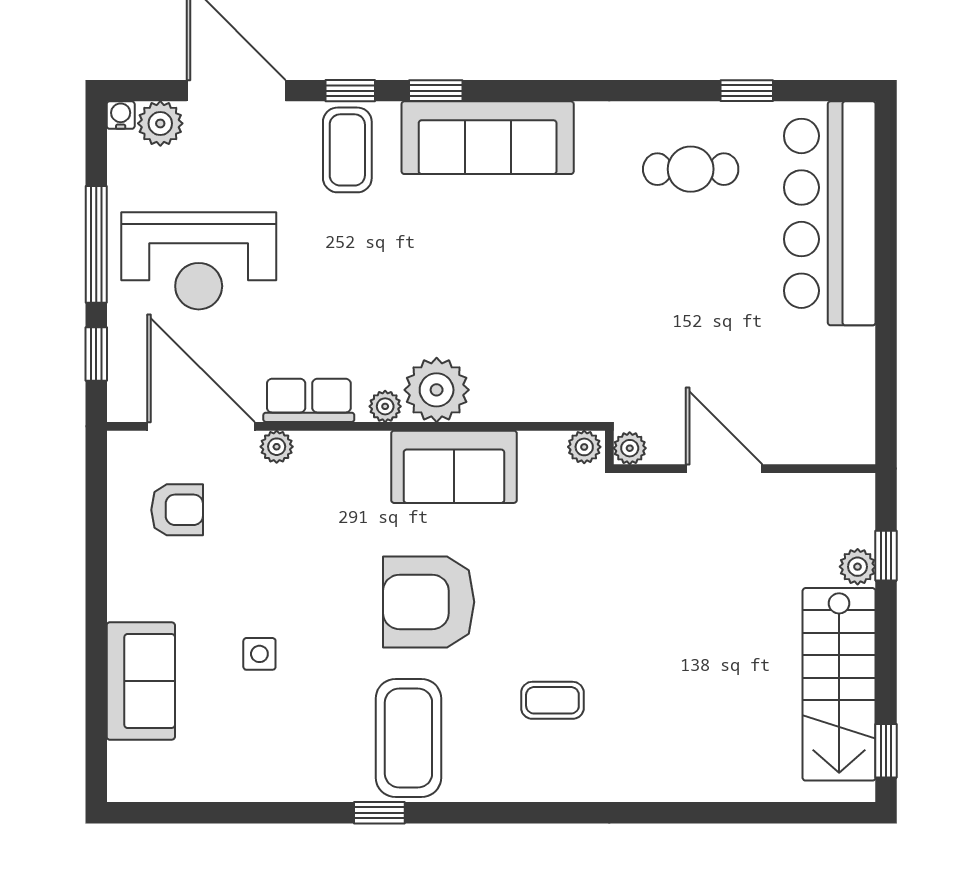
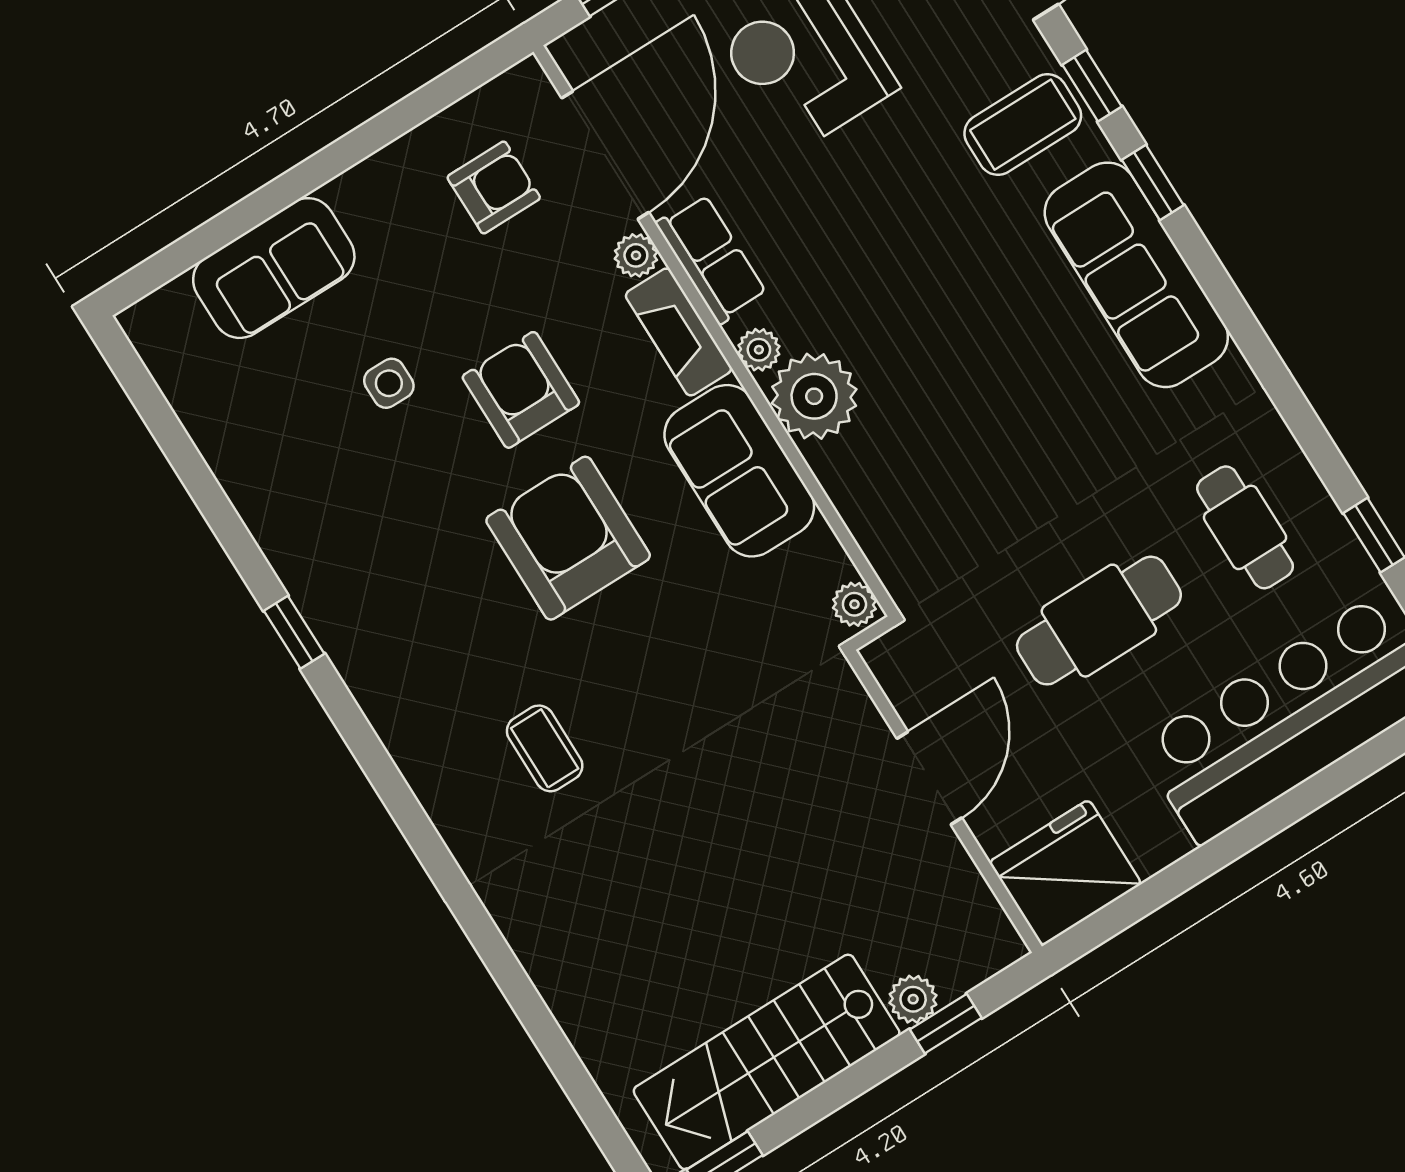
cafe table: (692, 299) -> (1099, 621), added
fridge: (838, 420) -> (1065, 873), added
plant: (630, 448) -> (885, 657), removed
fireplace: (342, 450) -> (679, 332), added
armchair: (177, 510) -> (494, 187), turned -90
armchair: (316, 573) -> (521, 390), added
coffee table: (408, 738) -> (399, 612), removed

